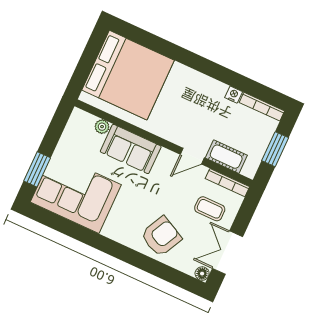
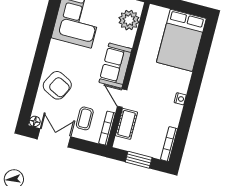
bed: (128, 75) -> (181, 40), width x0.73
nightstand: (234, 95) -> (180, 99), moved
plant: (102, 127) -> (129, 20), width x1.88, depth x1.88
sofa: (131, 149) -> (115, 66), moved

